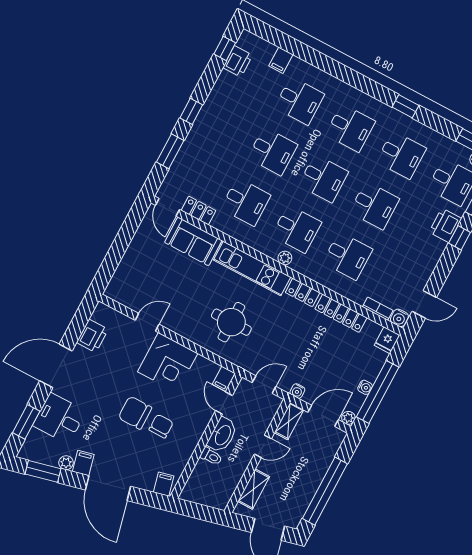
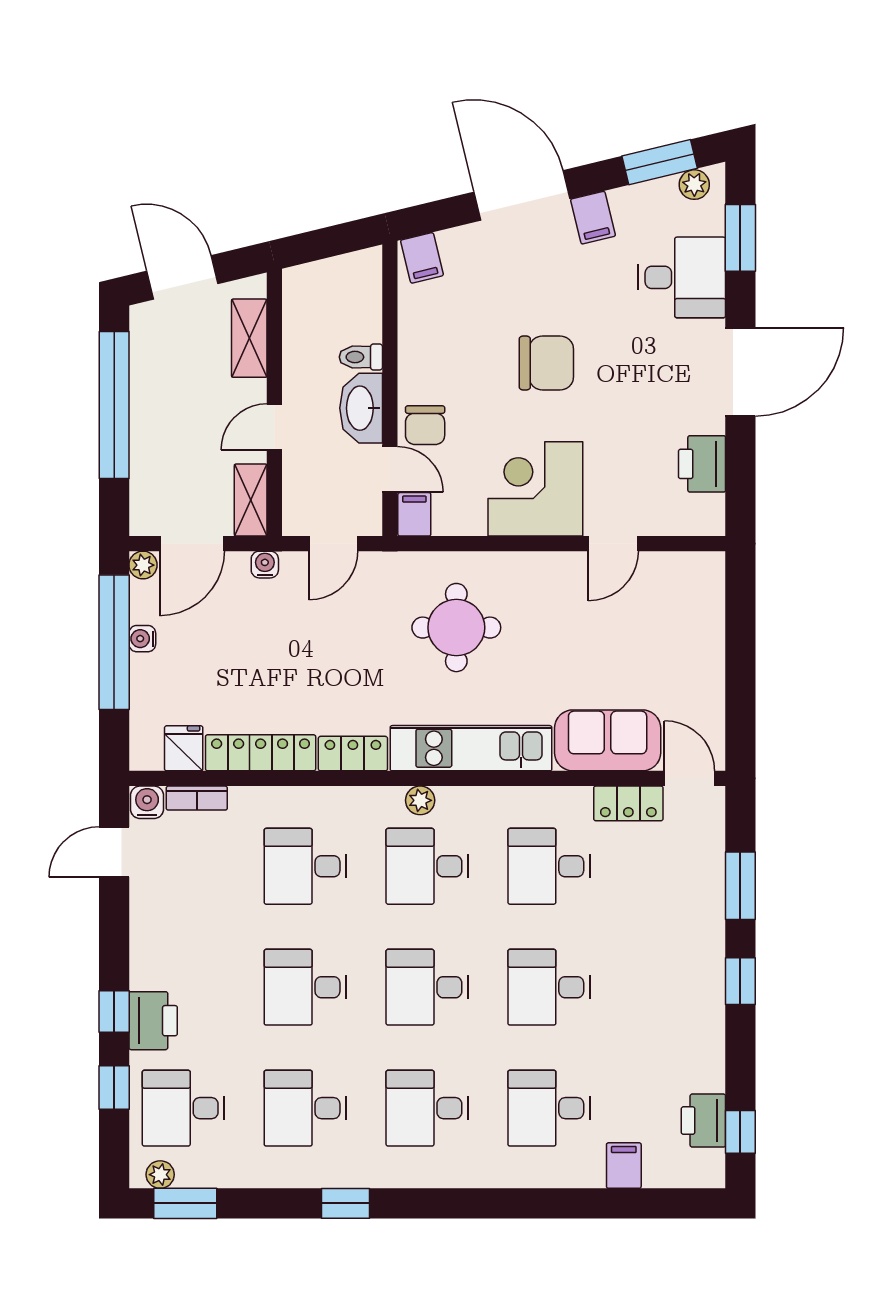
fridge: (387, 340) -> (184, 748), moved
chair: (161, 426) -> (425, 425), moved
plant: (66, 463) -> (694, 185), moved

